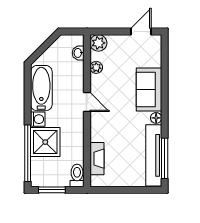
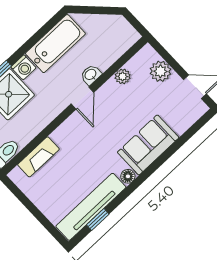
plant: (98, 43) -> (160, 71), moved
washbasin: (78, 53) -> (91, 75), moved
window: (165, 158) -> (98, 220), width x0.46

